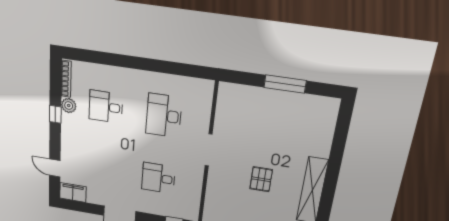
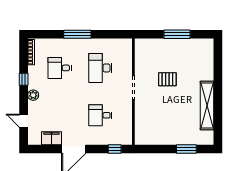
window: (134, 63) -> (77, 34), added
plant: (69, 106) -> (33, 95), moved
pallet: (261, 179) -> (167, 79), moved, turned 90
filing cabinet: (73, 192) -> (52, 138), moved

